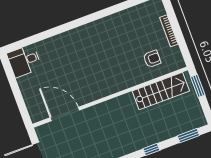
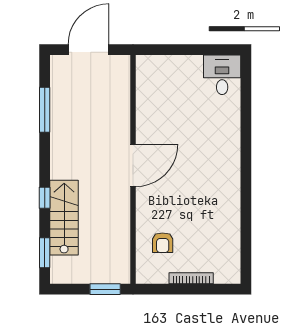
stairs: (161, 91) -> (64, 218), moved, turned 180
door: (65, 114) -> (133, 165), moved

